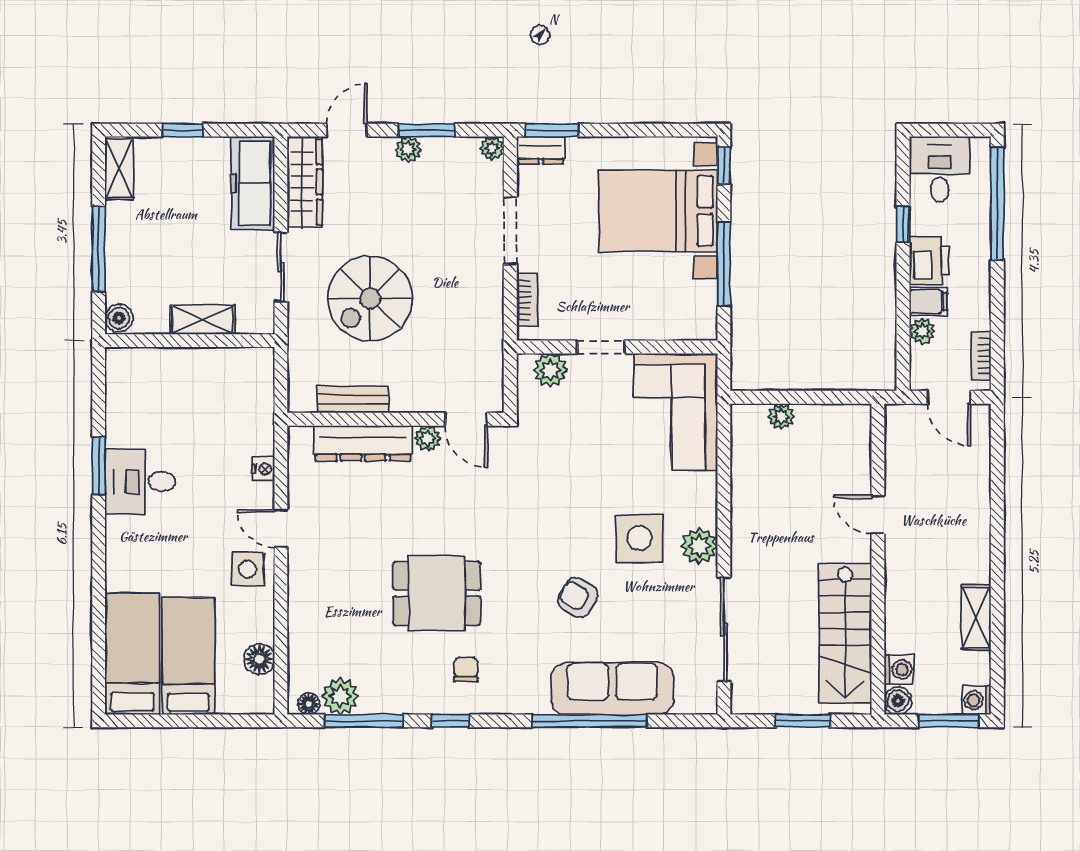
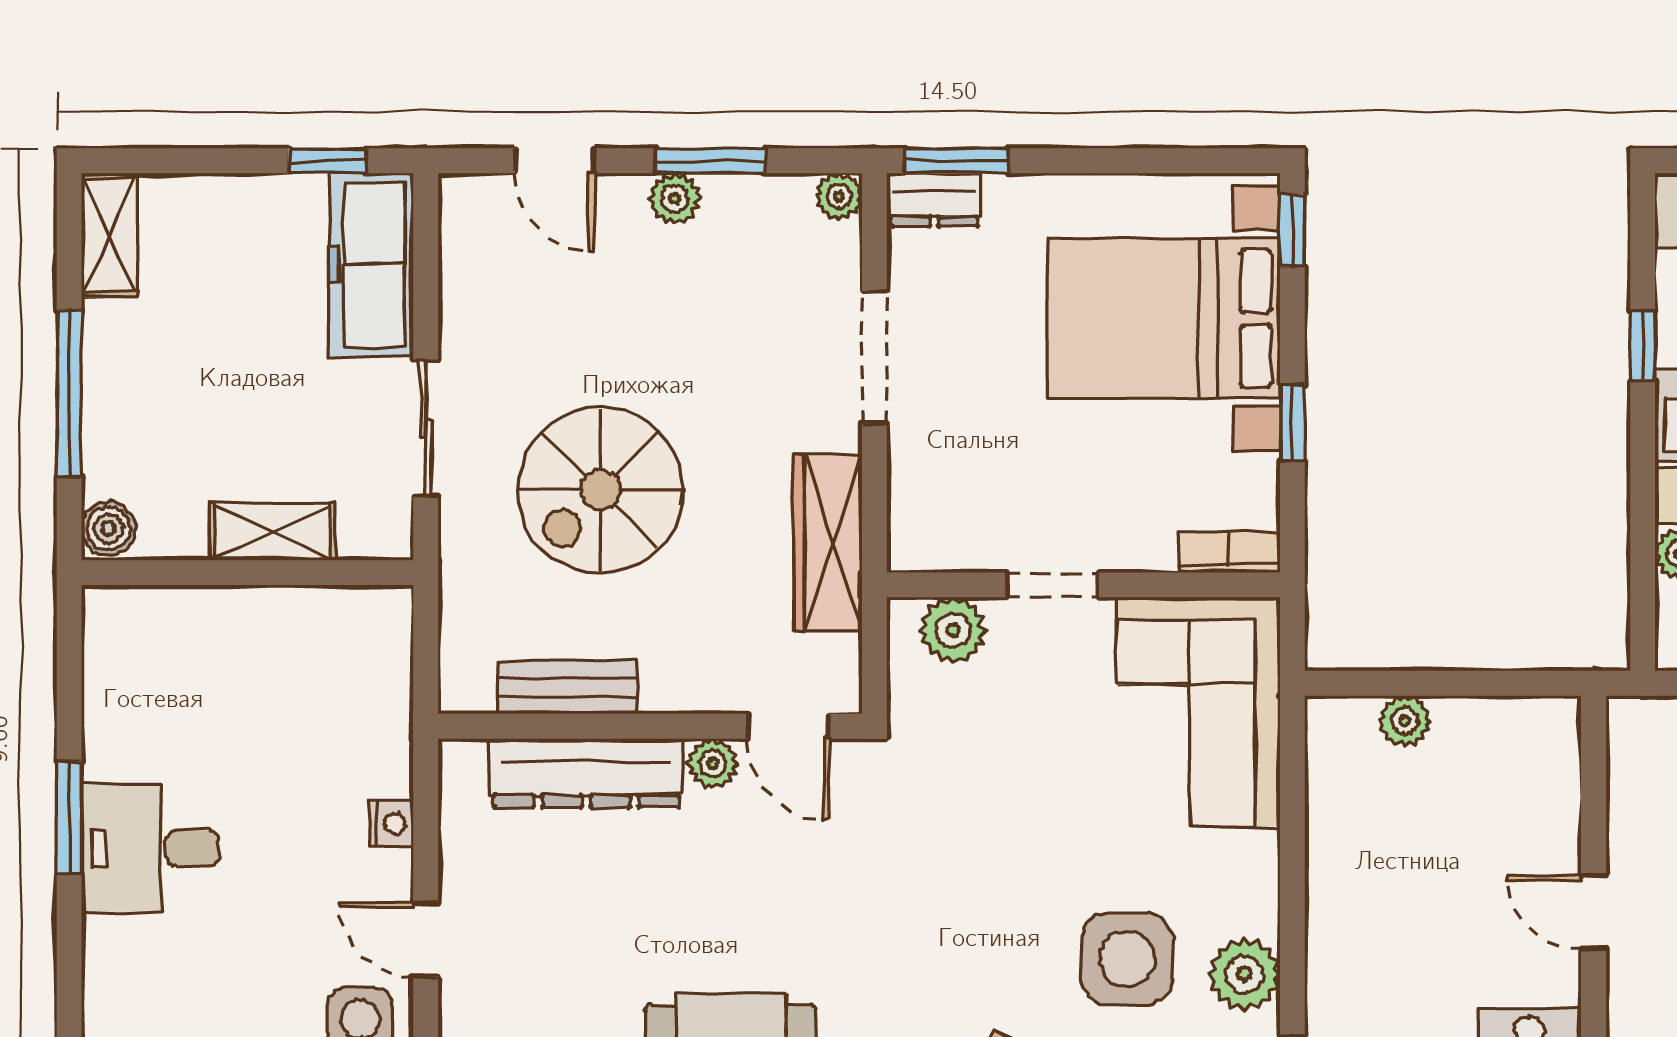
window: (183, 130) -> (328, 161), moved
door: (347, 130) -> (554, 161), swing flipped
wardrobe: (305, 182) -> (828, 543), moved, turned 180
window: (724, 264) -> (1292, 423), width x0.46
bookcase: (527, 300) -> (1229, 552), moved, turned -90

